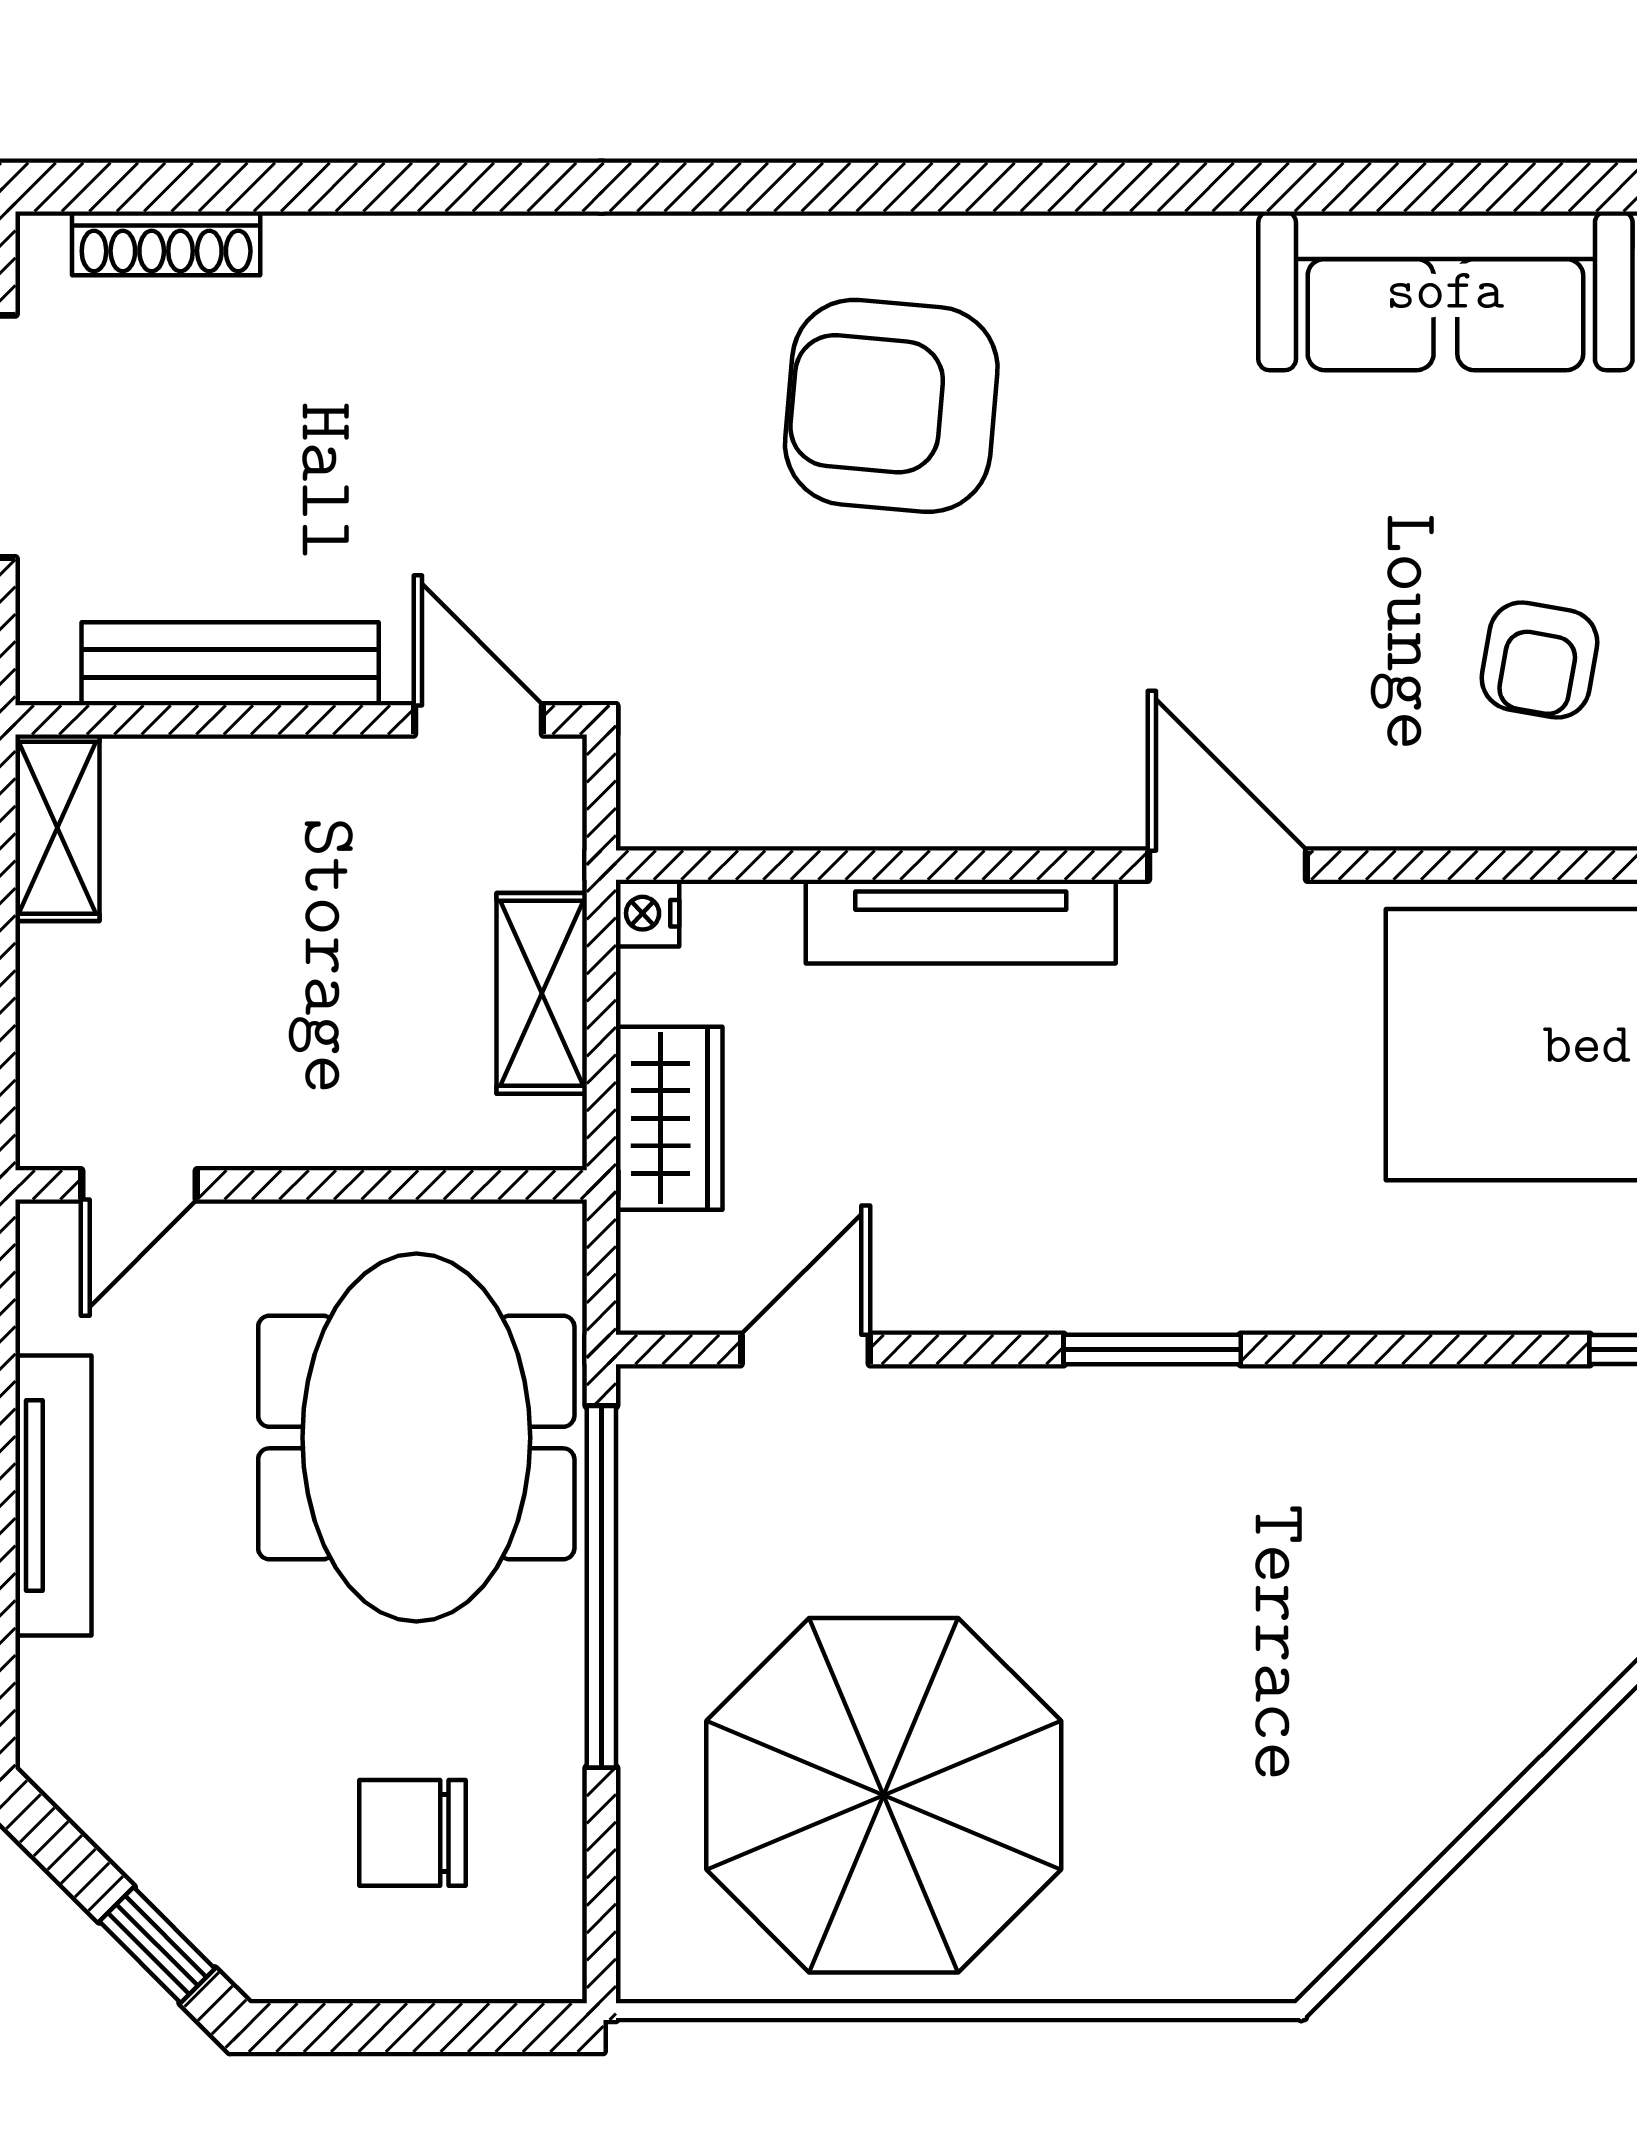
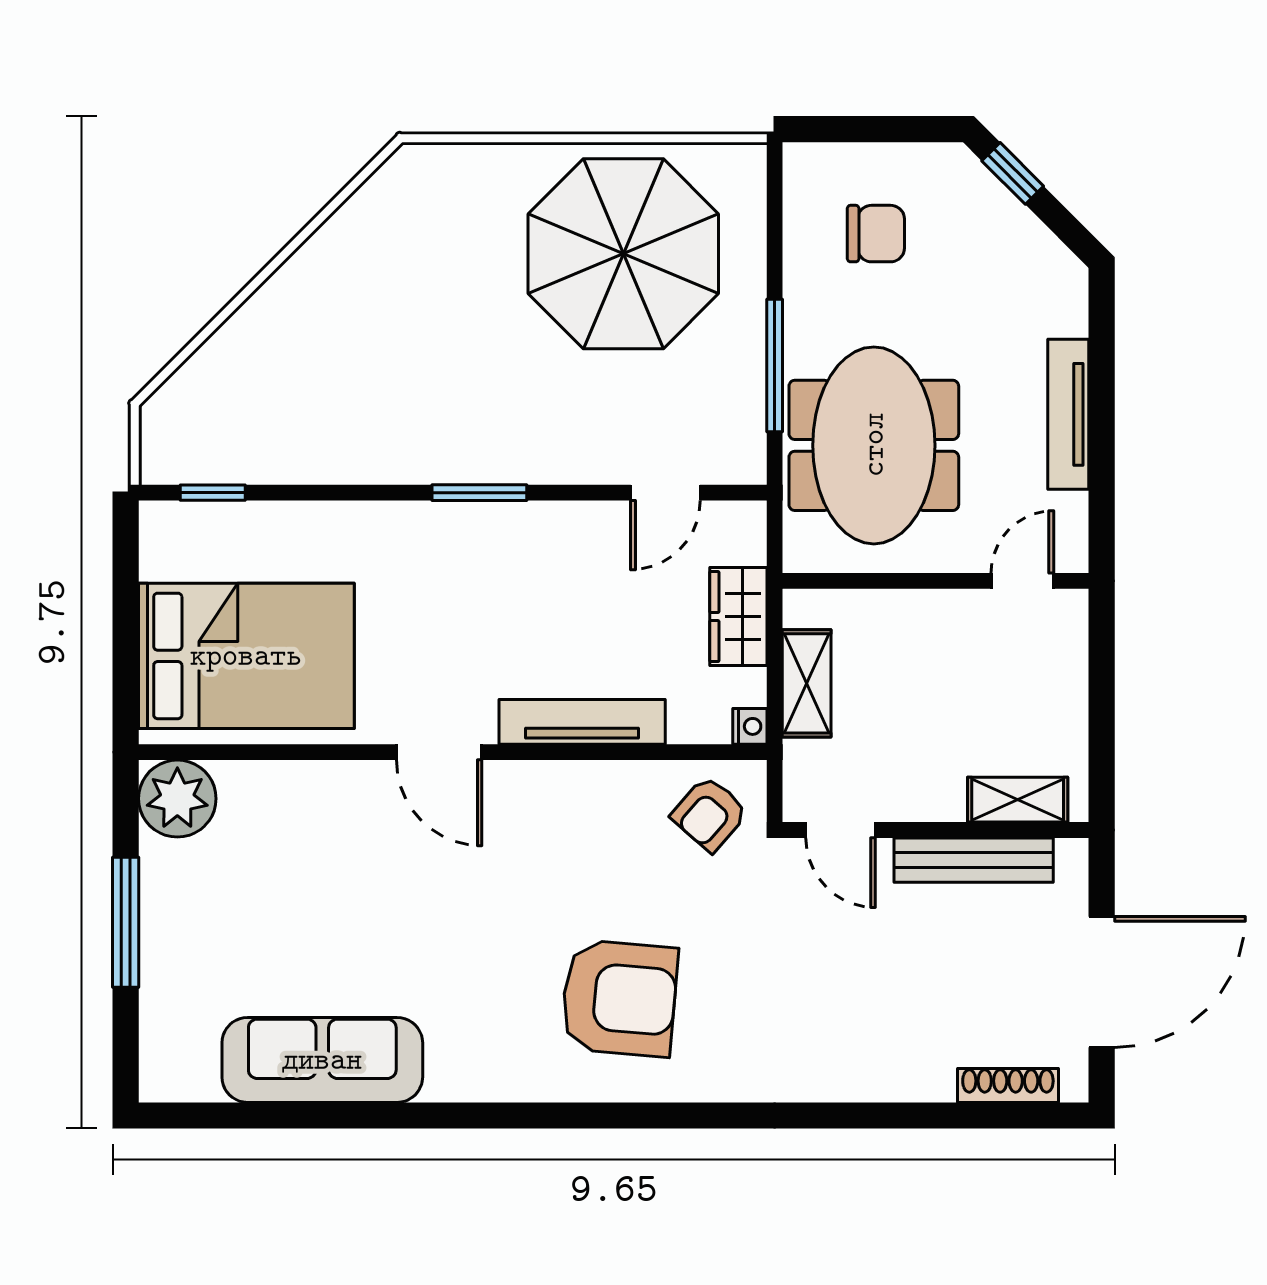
armchair: (1539, 660) -> (710, 814), moved, turned -149
shelving: (57, 828) -> (1018, 800), moved, turned 90
window: (601, 1587) -> (775, 365), width x0.68

